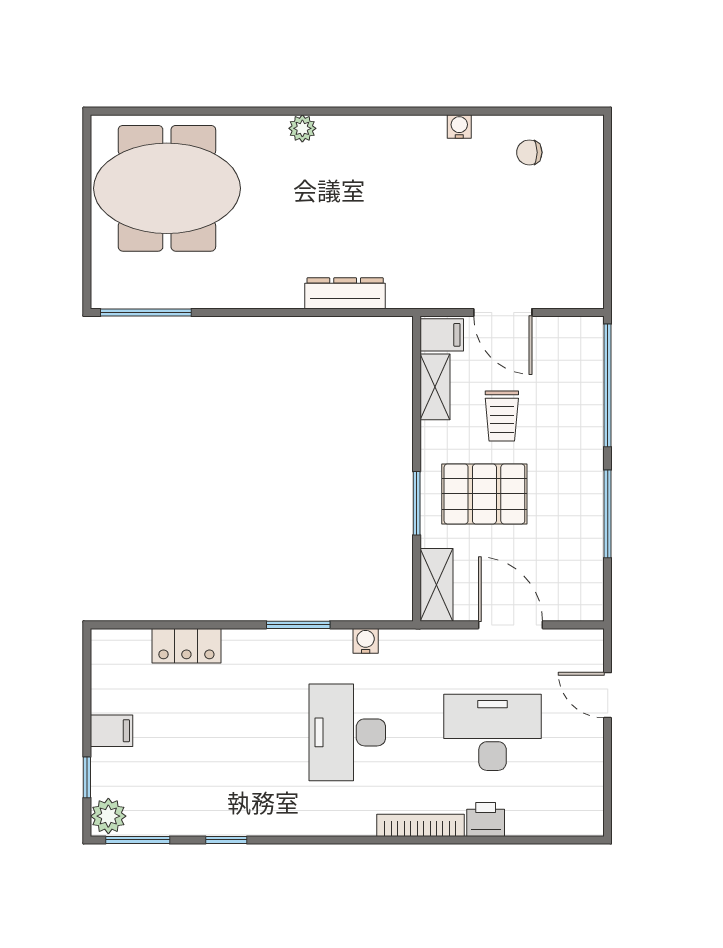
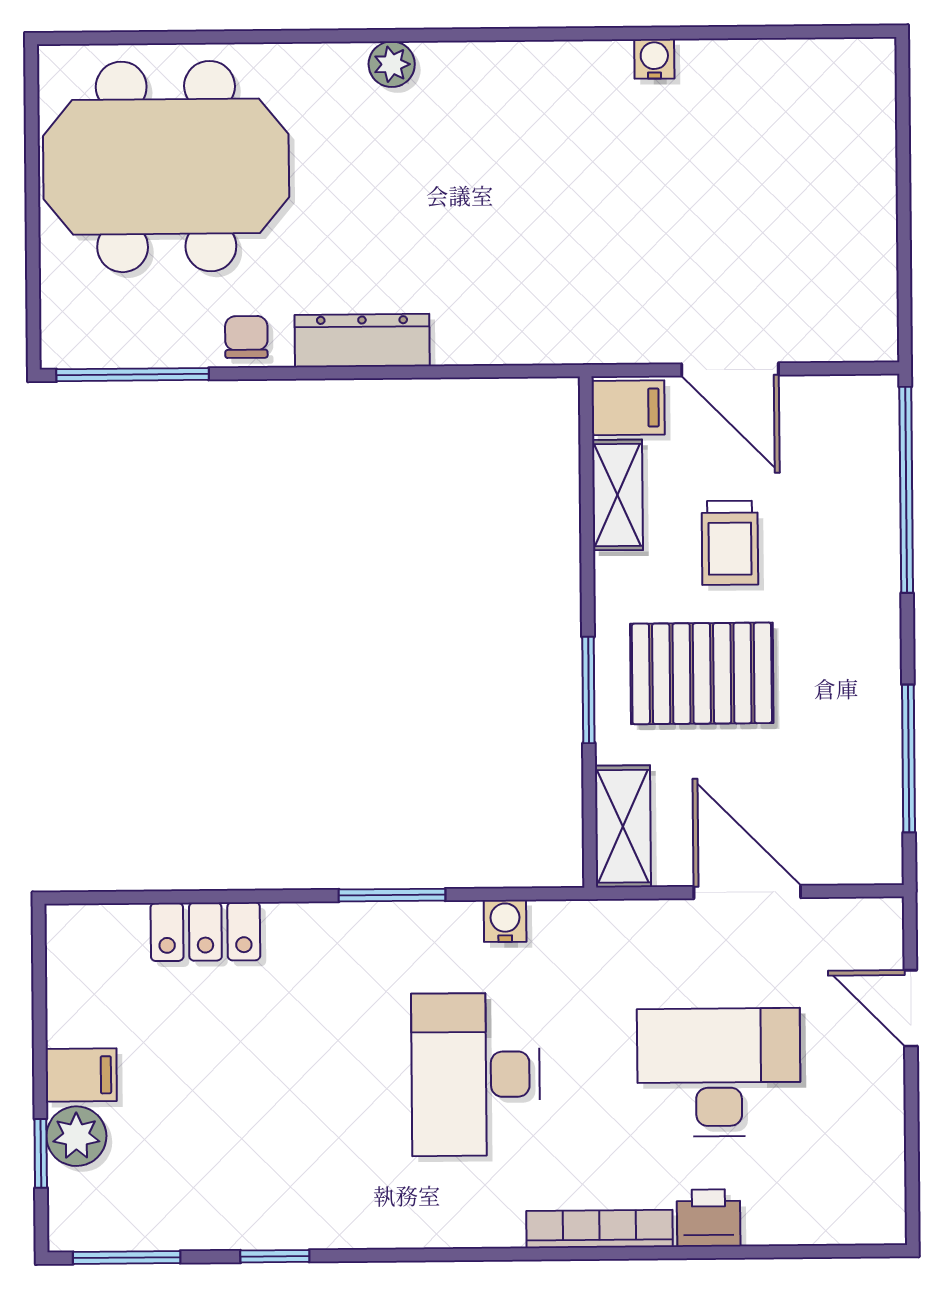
chair: (529, 152) -> (246, 337), moved, turned 90
dresser: (345, 293) -> (362, 341), moved
window: (608, 514) -> (909, 758), moved
plant: (108, 816) -> (76, 1136), moved

